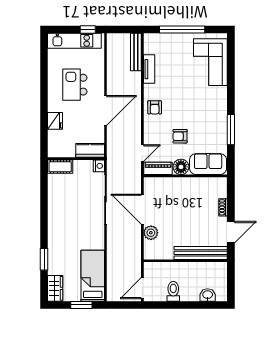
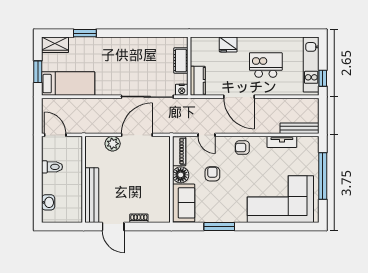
corner sofa: (210, 62) -> (280, 199), width x1.36, depth x1.36
door: (142, 153) -> (206, 135), moved
cot: (60, 167) -> (181, 60), moved

